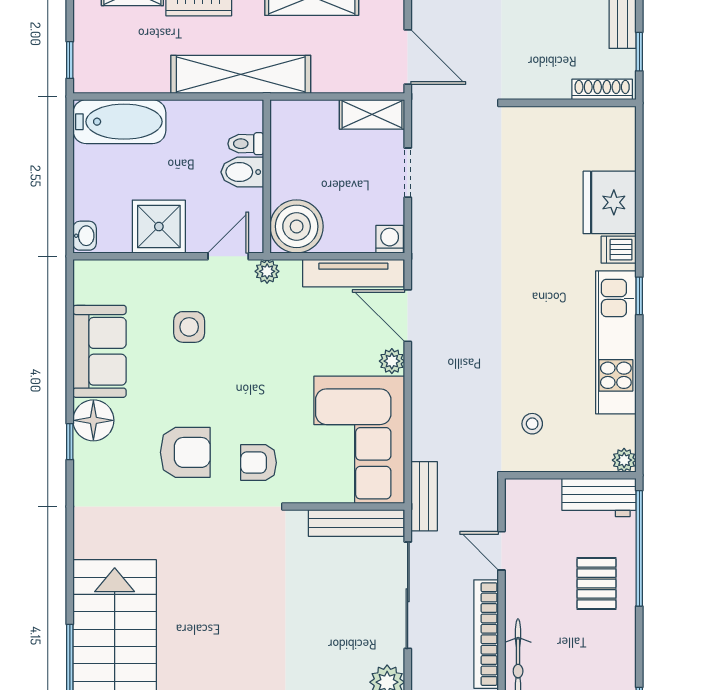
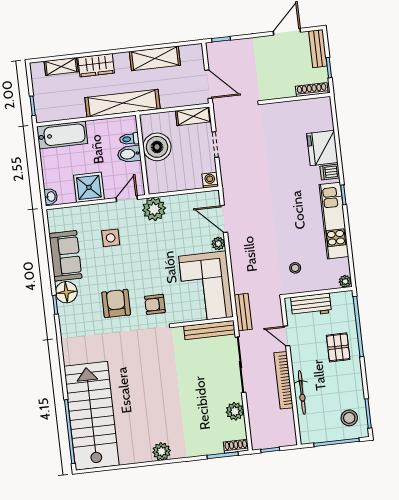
boiler: (297, 226) -> (157, 147), moved
plant: (267, 271) -> (154, 209), width x1.87, depth x1.87
tv unit: (353, 273) -> (193, 200), removed
armchair: (185, 452) -> (116, 303), turned -90
workbench: (599, 497) -> (311, 305), moved

